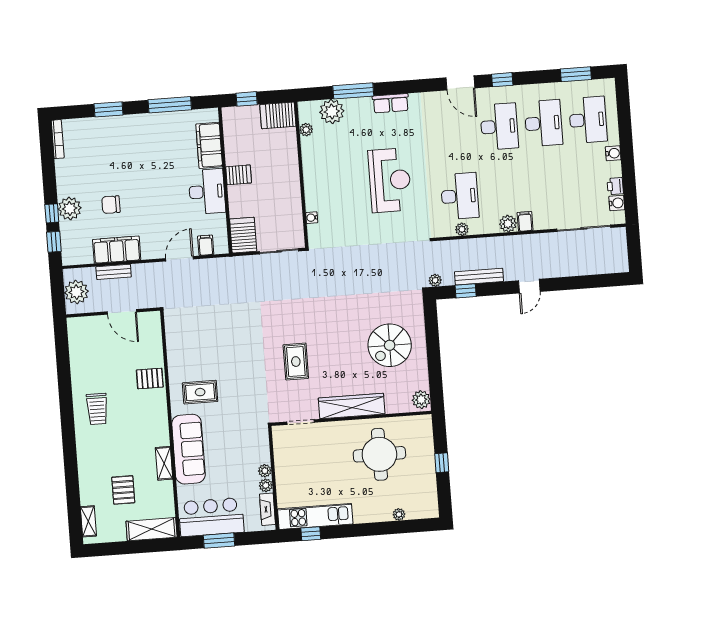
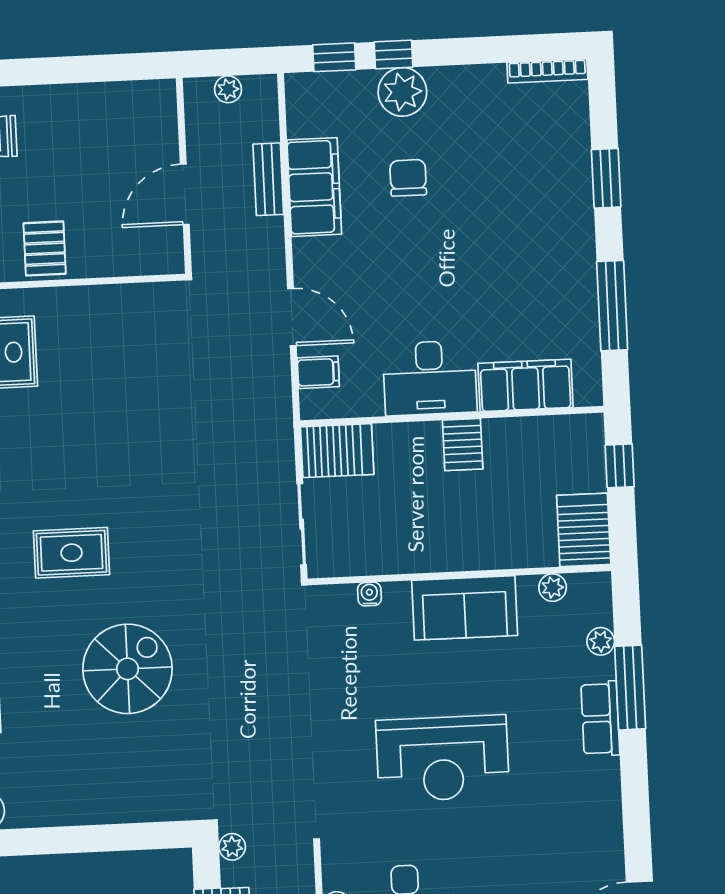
row of seats: (391, 103) -> (600, 719), moved
plant: (332, 112) -> (601, 641), width x0.53, depth x0.53
sofa: (317, 172) -> (465, 608), added
plant: (76, 292) -> (228, 89), width x0.53, depth x0.53
spiral stairs: (390, 345) -> (128, 669), moved, turned 90

